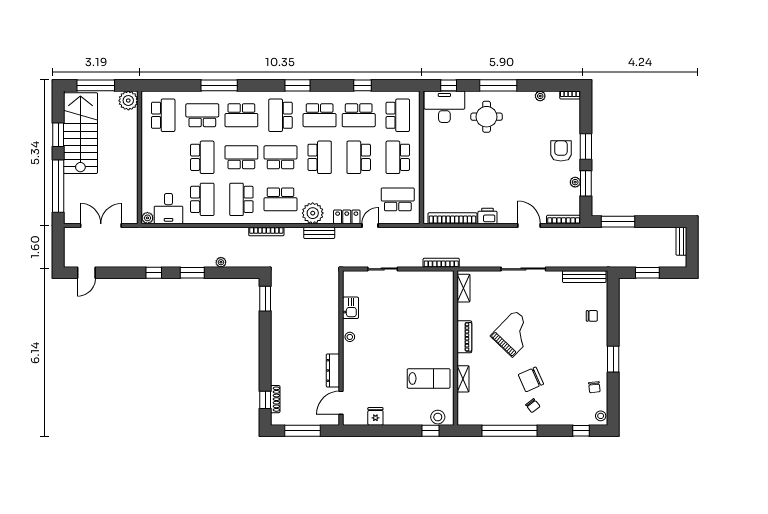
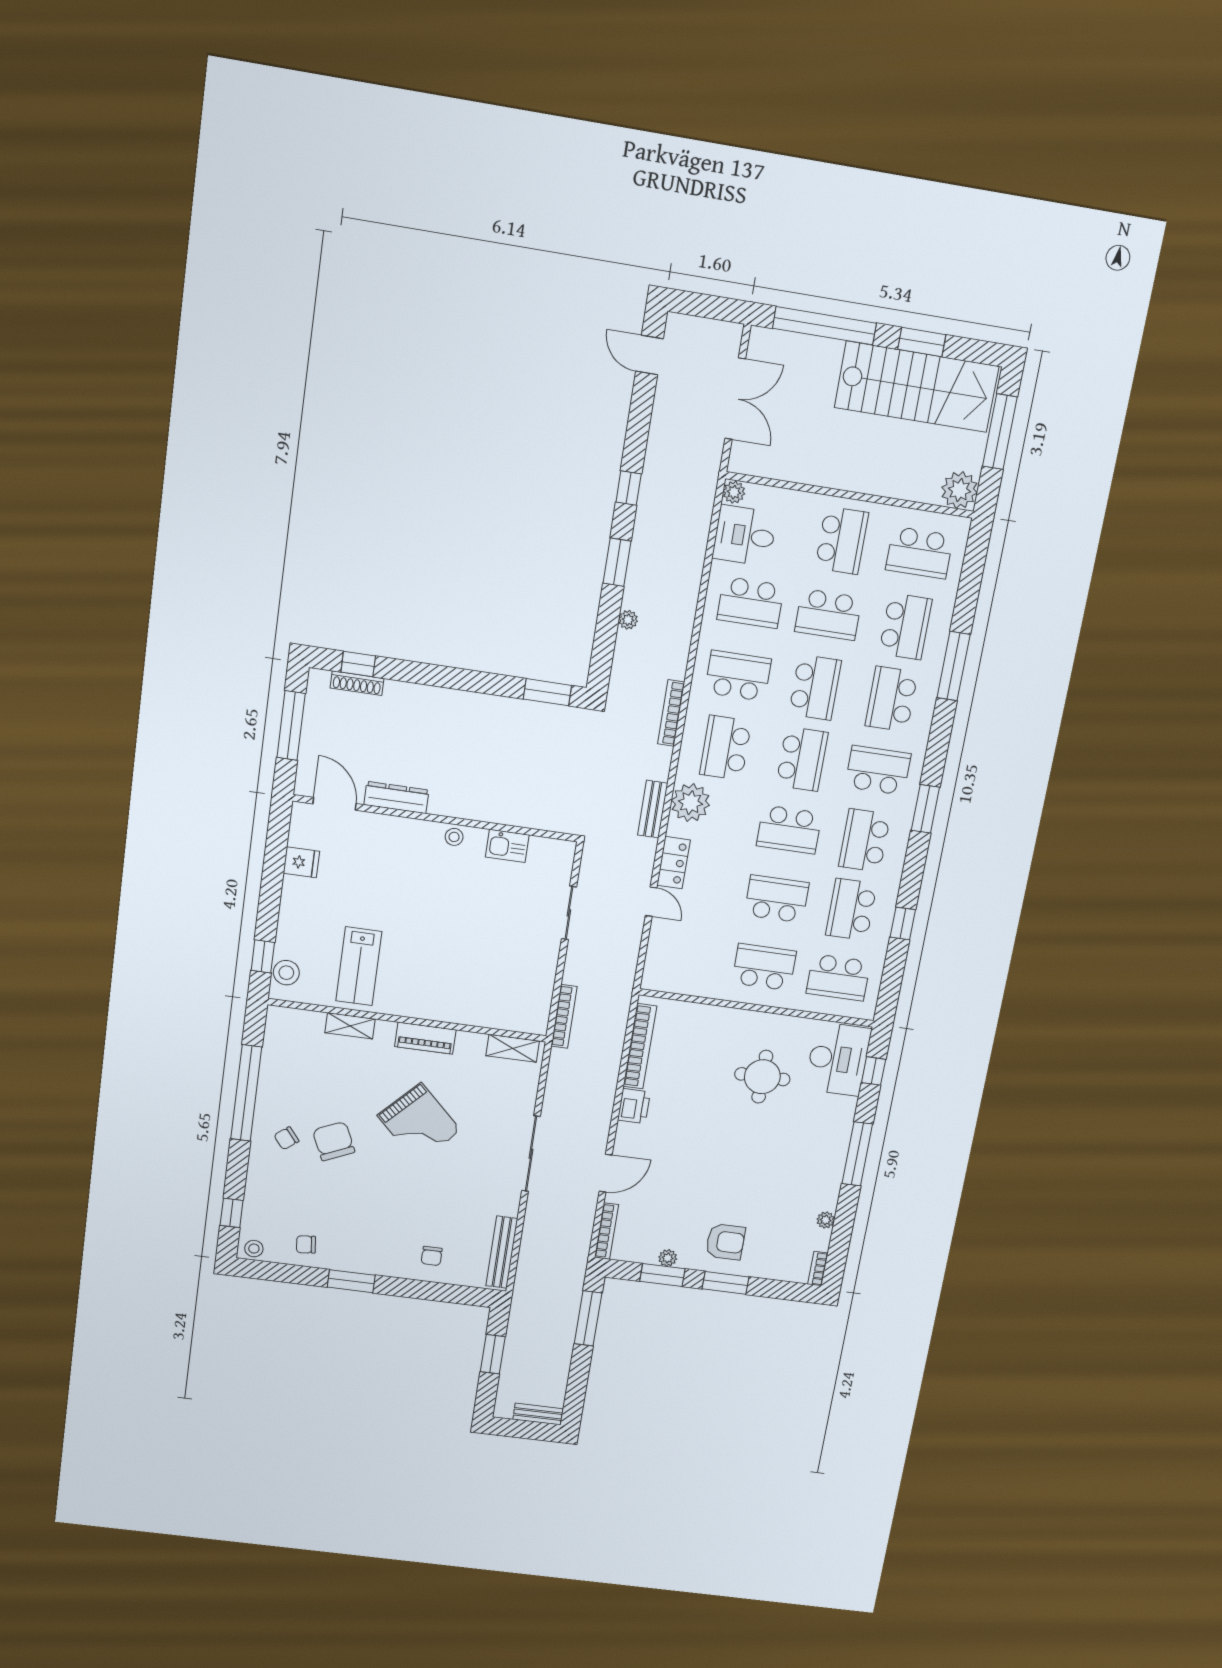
round table: (487, 117) -> (762, 1077), moved
school desk: (398, 199) -> (842, 540), moved

